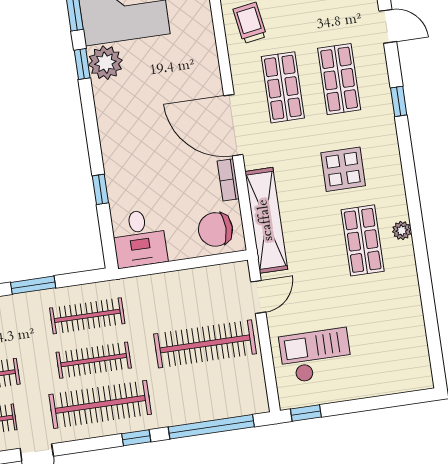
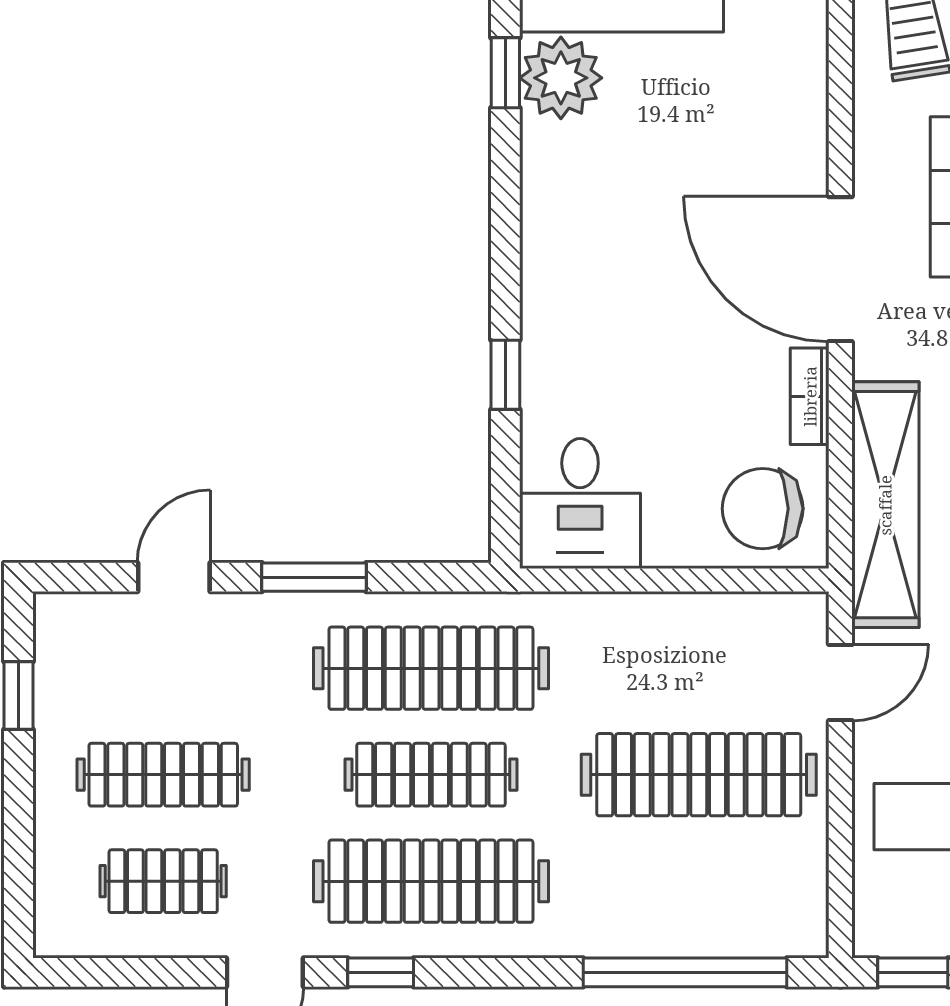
clothes rail: (87, 316) -> (431, 668), width x1.37, depth x1.31
window: (136, 438) -> (381, 972), moved

